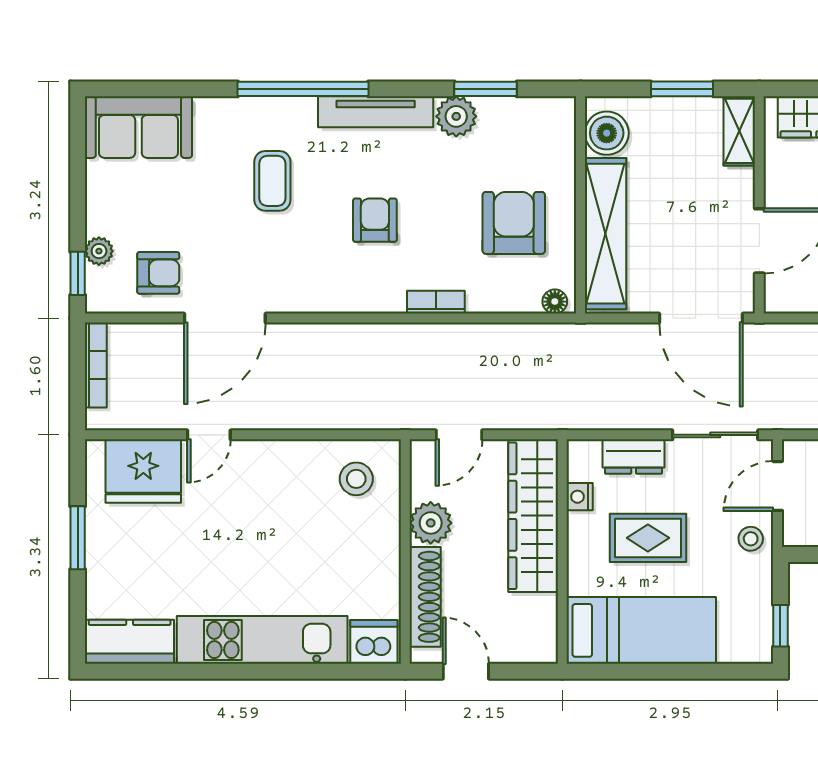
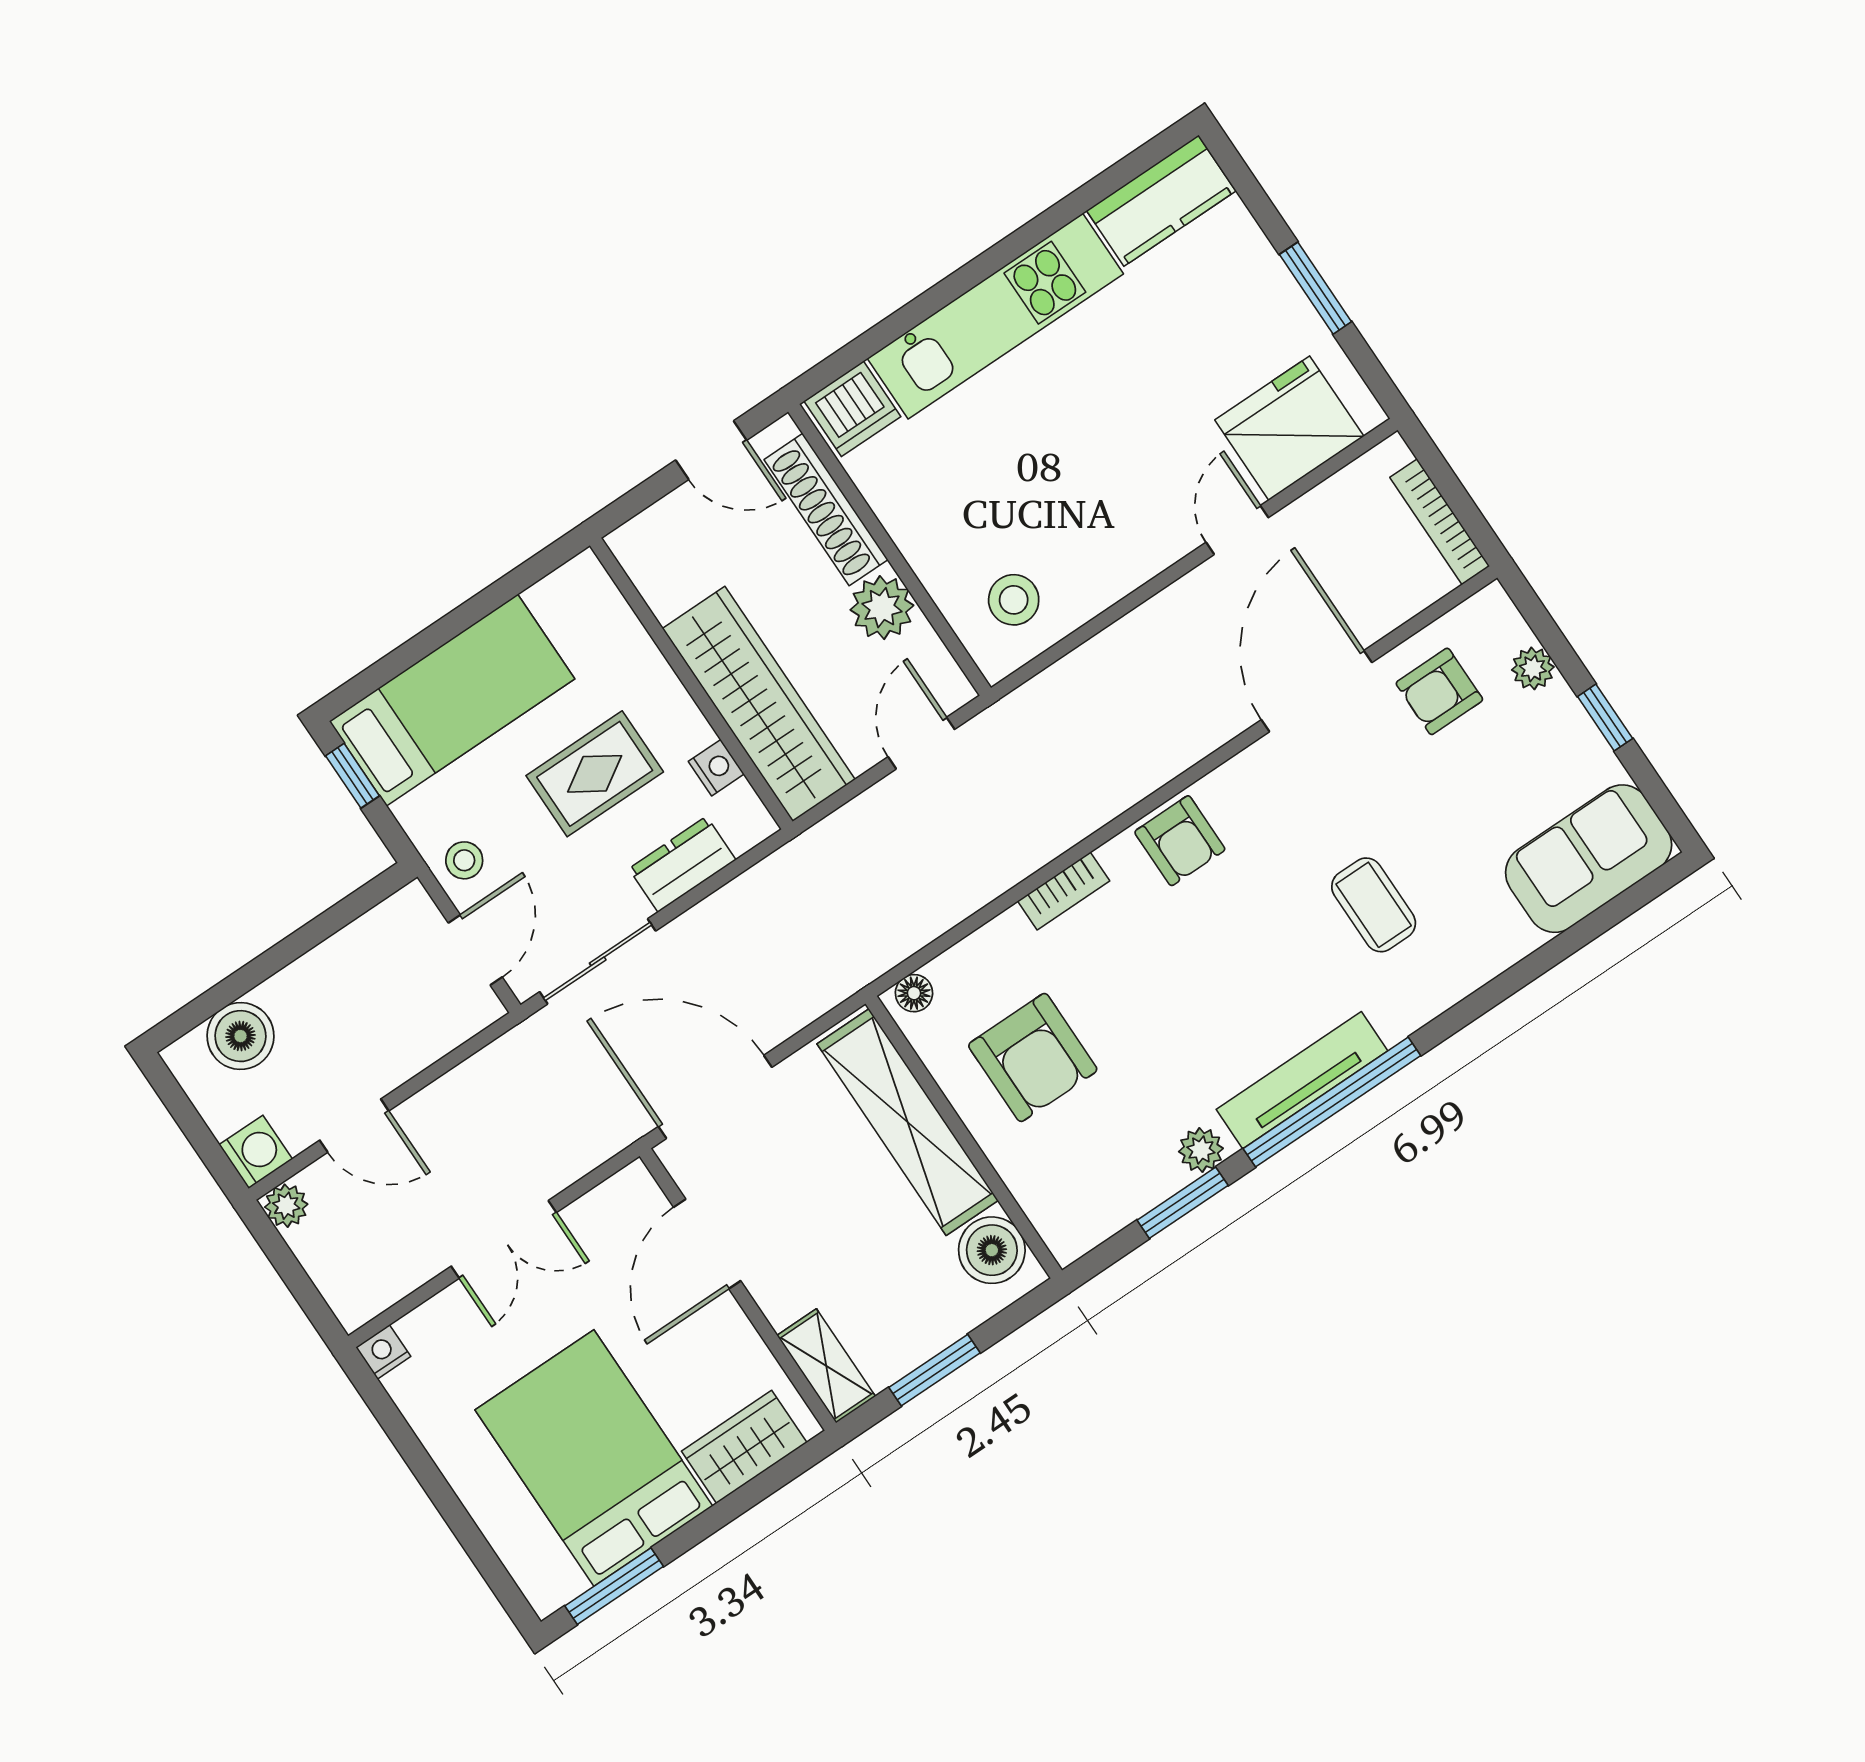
window: (303, 89) -> (1332, 1102), moved
plant: (456, 116) -> (1201, 1150), width x0.73, depth x0.73
armchair: (375, 220) -> (1180, 841), moved
window: (78, 273) -> (1605, 717), moved
bed: (641, 630) -> (452, 700), moved, turned 180

